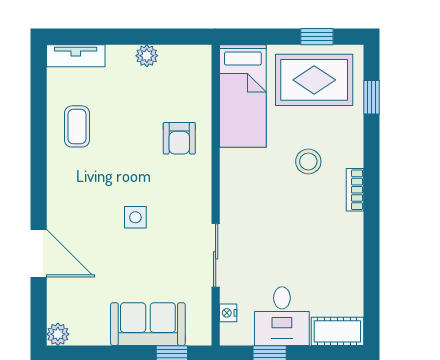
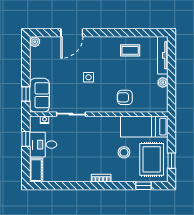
tv unit: (76, 56) -> (163, 55), width x1.41
stool: (308, 161) -> (124, 152), moved
sofa: (148, 324) -> (39, 95), moved

